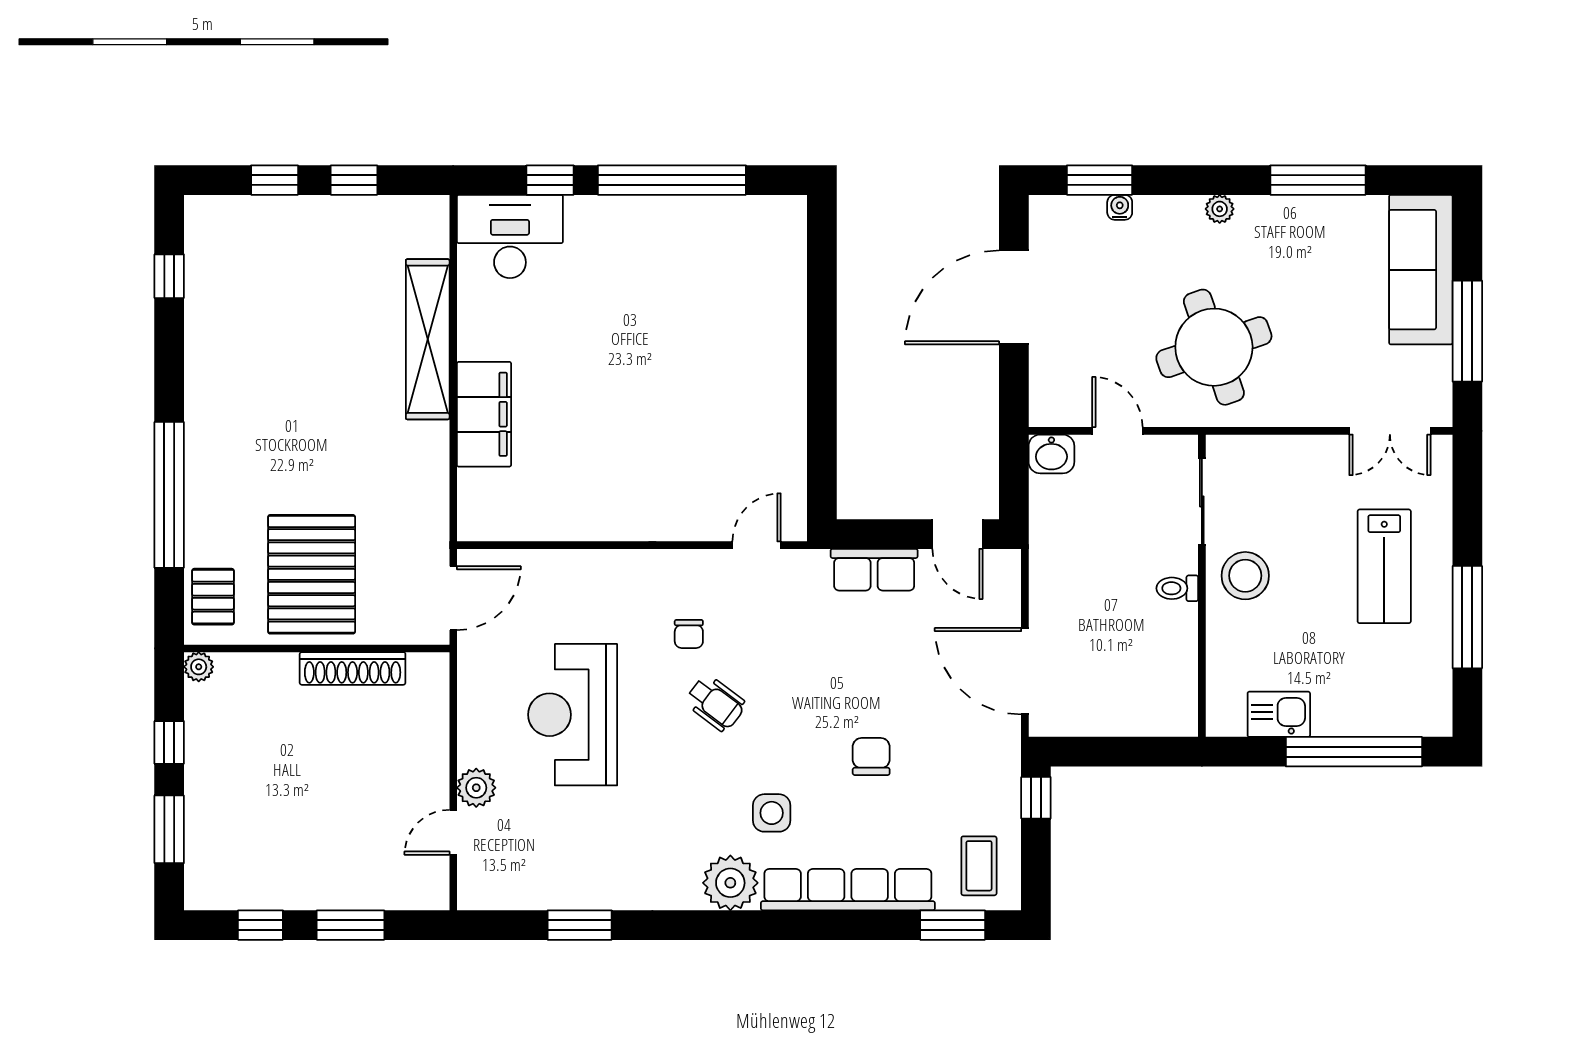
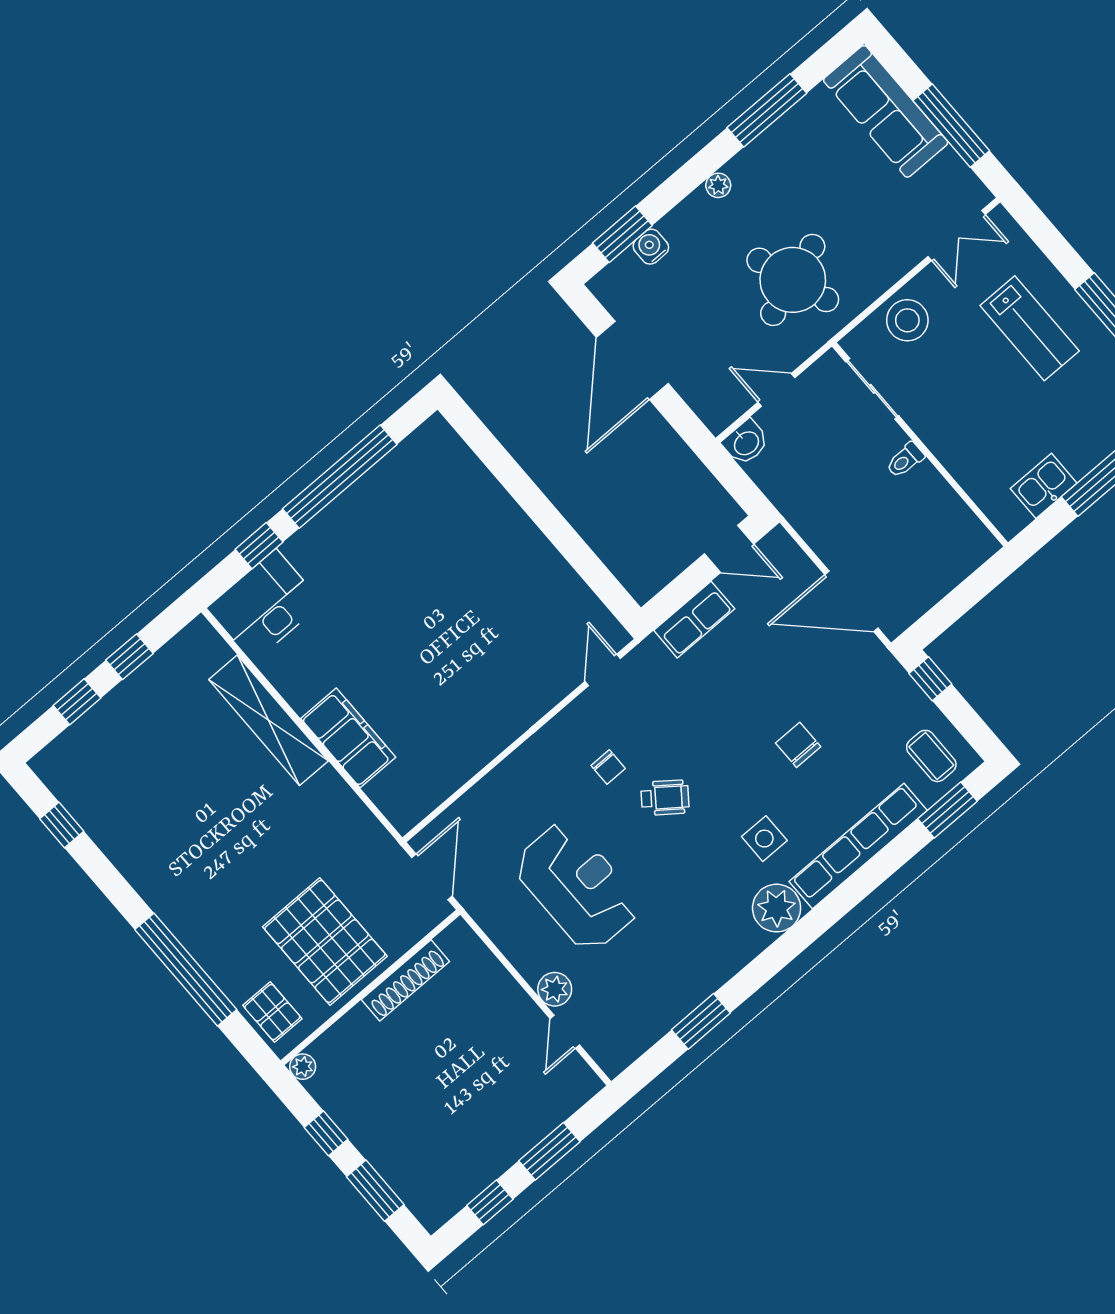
water cooler: (1120, 207) -> (651, 247), width x1.38, depth x1.38
stool: (1245, 576) -> (907, 320), moved
reception desk: (573, 715) -> (577, 886), turned 180

